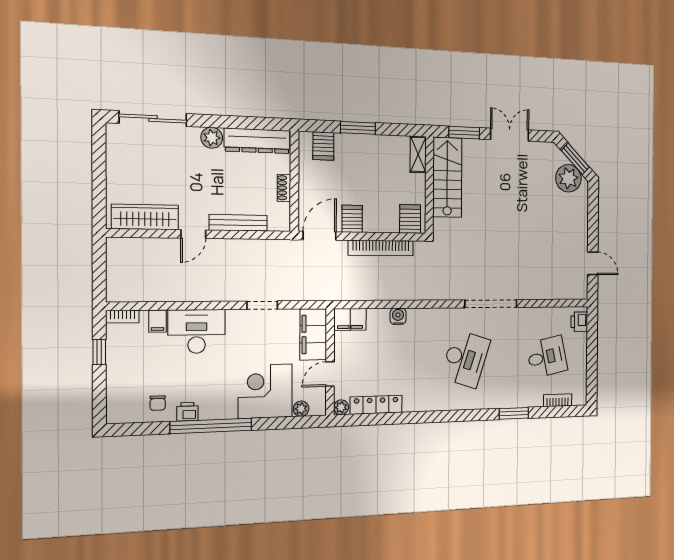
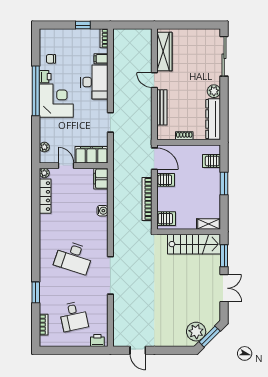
door: (593, 263) -> (138, 350), hinge flipped
corner desk: (265, 391) -> (56, 101), moved

